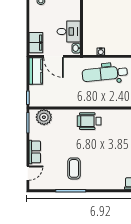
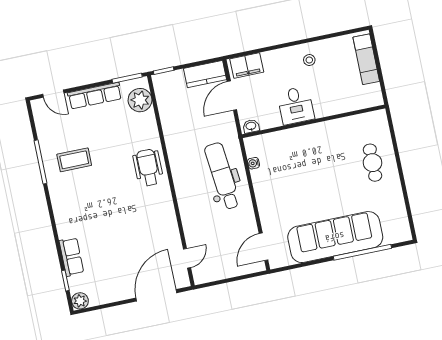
desk: (69, 32) -> (296, 105), moved
row of seats: (35, 152) -> (95, 96), width x1.48

